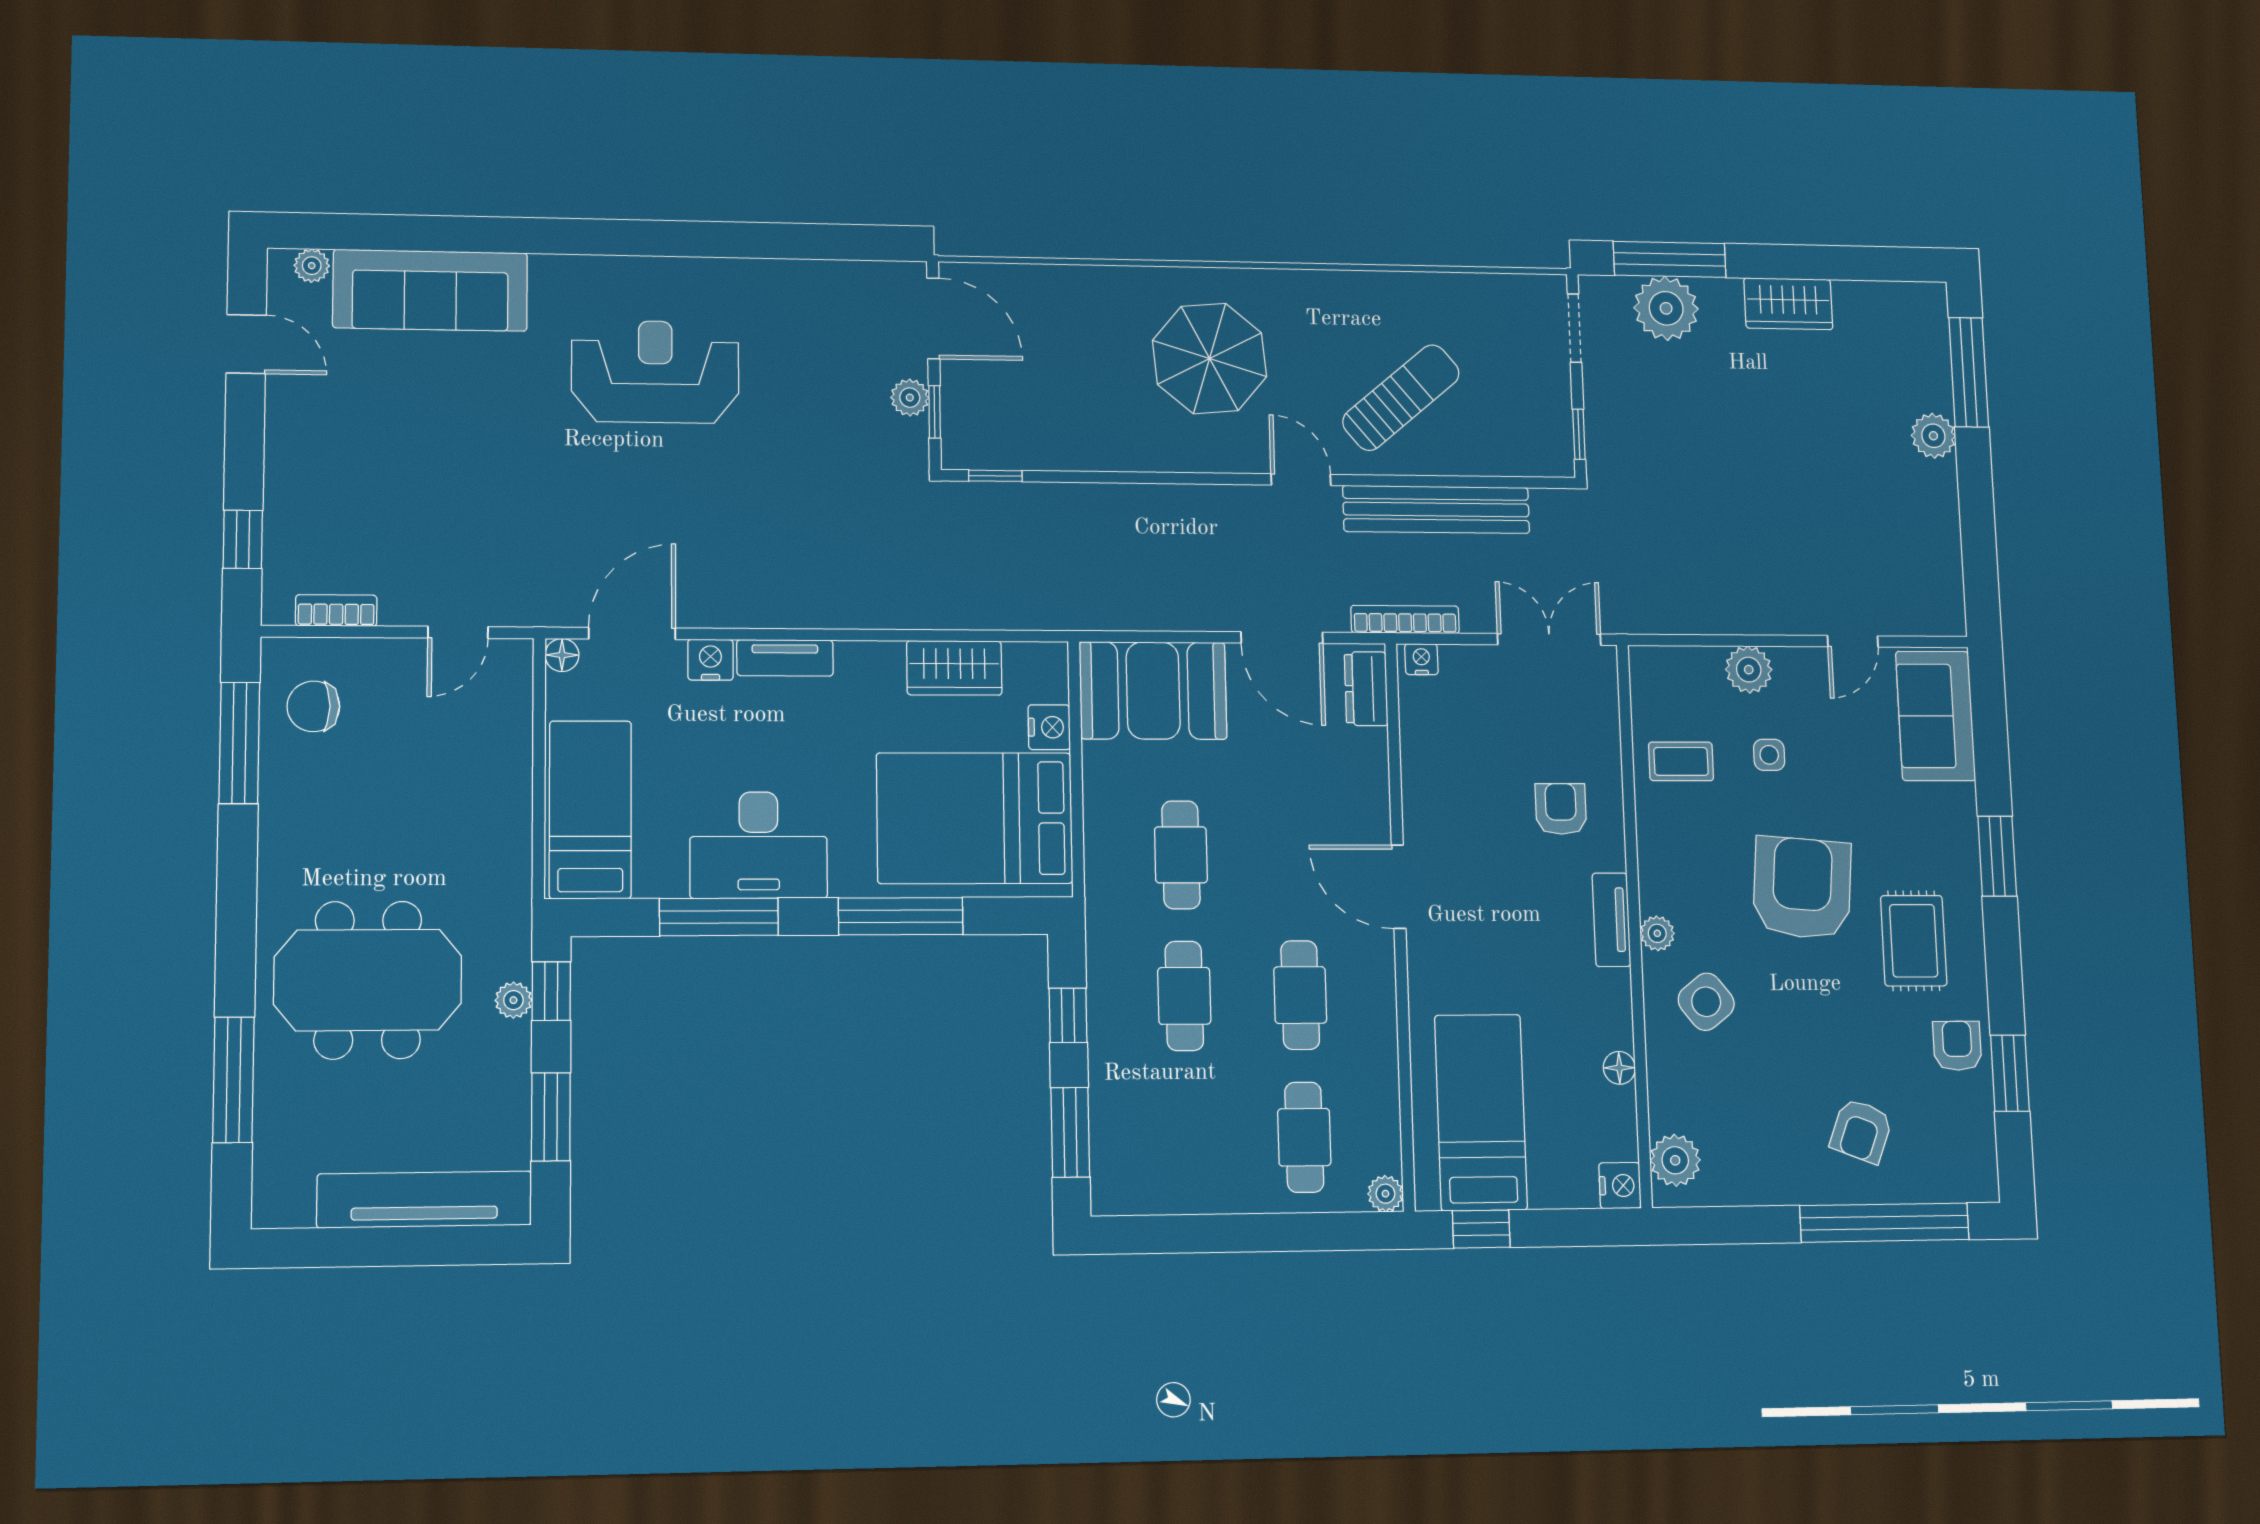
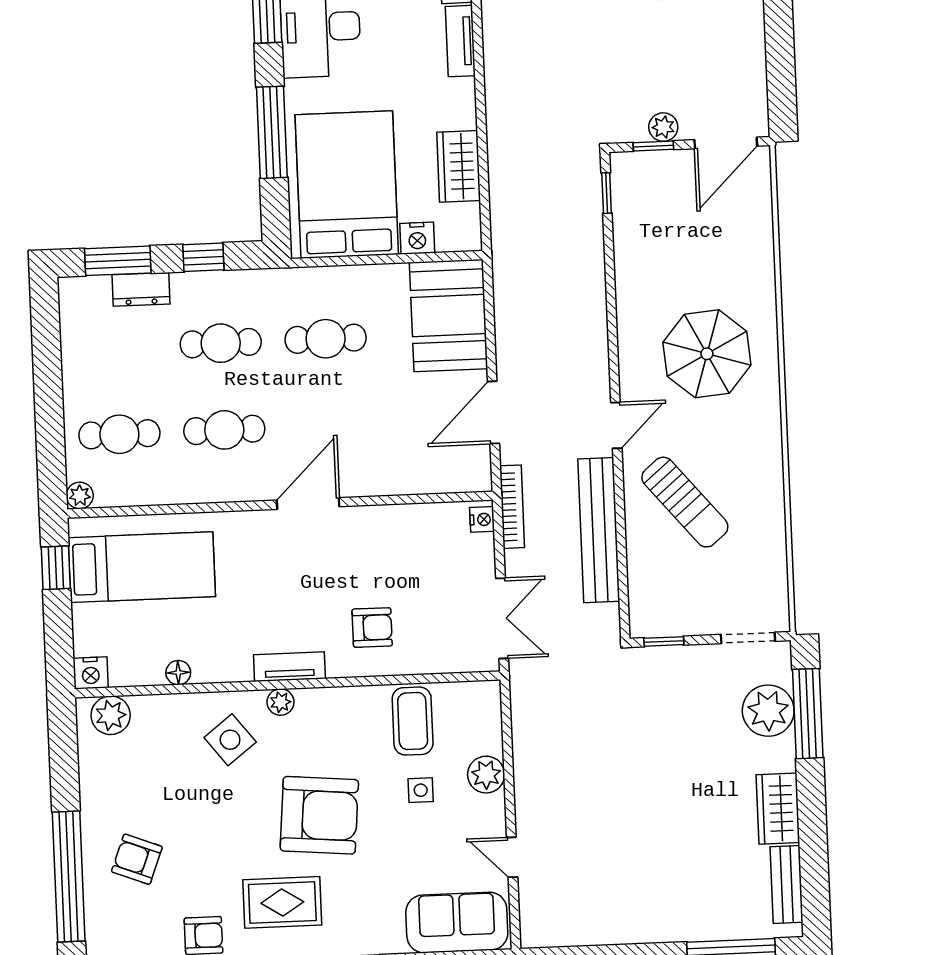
bench: (1882, 299) -> (787, 884), added
plant: (1933, 436) -> (679, 924), removed
dresser: (1366, 689) -> (141, 289), moved, turned 180
coffee table: (1681, 761) -> (413, 721), width x1.36, depth x1.30

